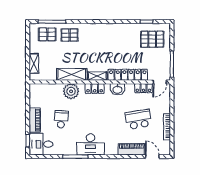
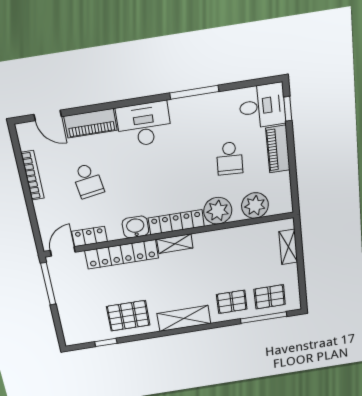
pallet: (152, 39) -> (128, 316), moved
shelving: (72, 74) -> (184, 318), moved
locker: (95, 88) -> (176, 222), width x1.53
plant: (50, 91) -> (255, 206), added
school desk: (138, 119) -> (88, 181), width x0.54
desk: (90, 144) -> (144, 124), moved

